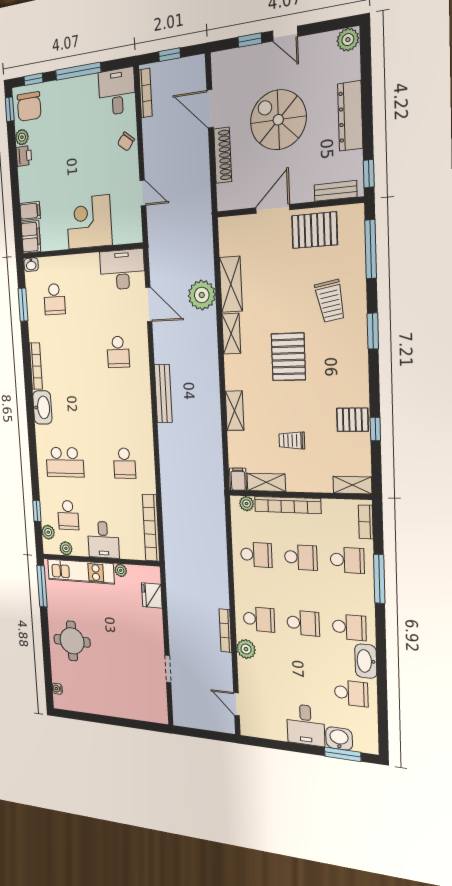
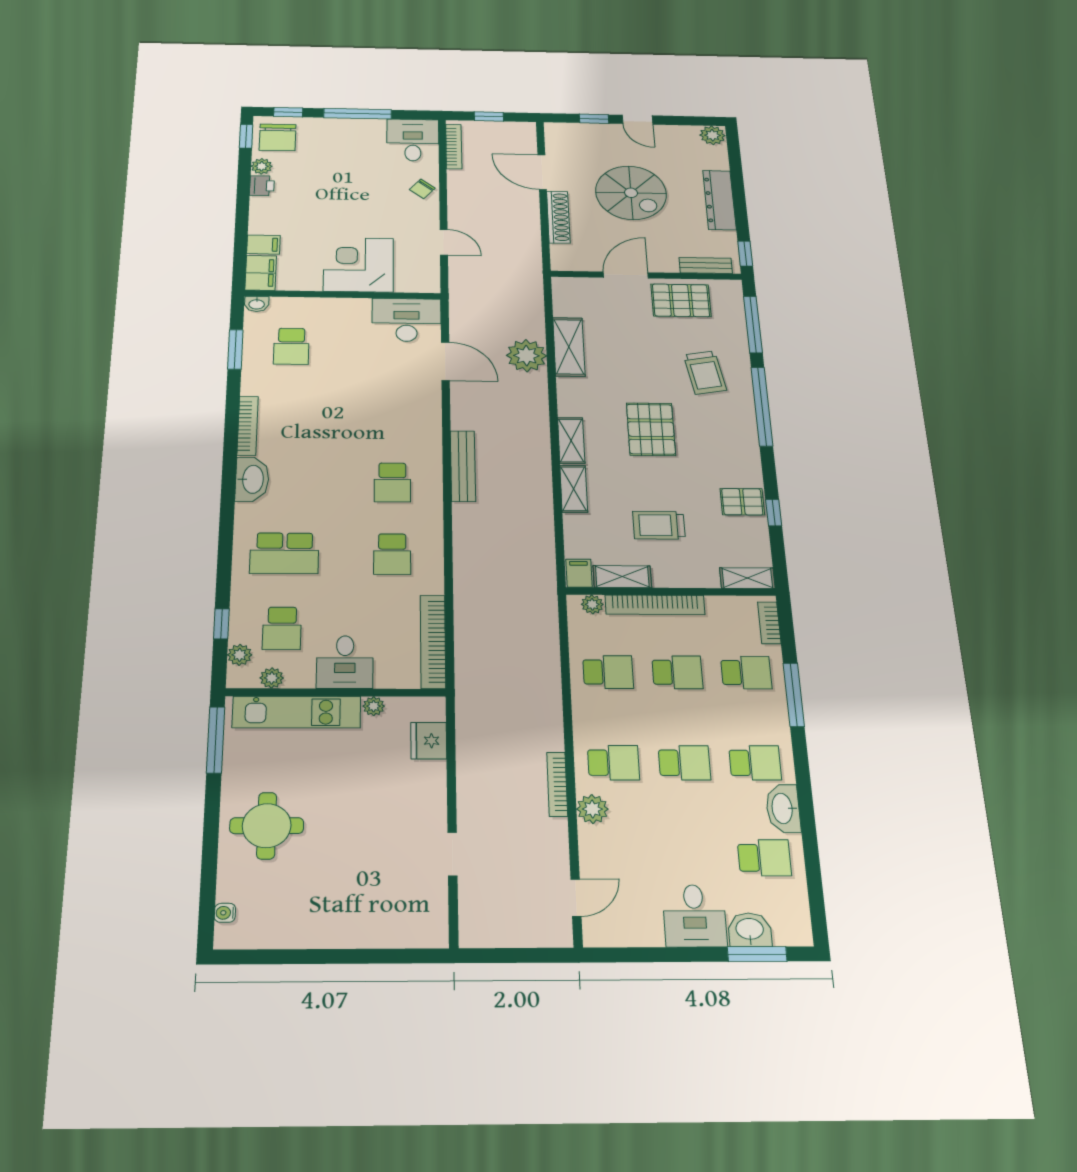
spiral stairs: (278, 120) -> (631, 193), turned 180
window: (373, 331) -> (762, 406), width x2.11
shelving: (231, 334) -> (571, 441), moved
school desk: (118, 352) -> (392, 482), moved
trolley: (292, 441) -> (659, 525), width x1.36, depth x1.39
door: (236, 704) -> (576, 898), swing flipped

